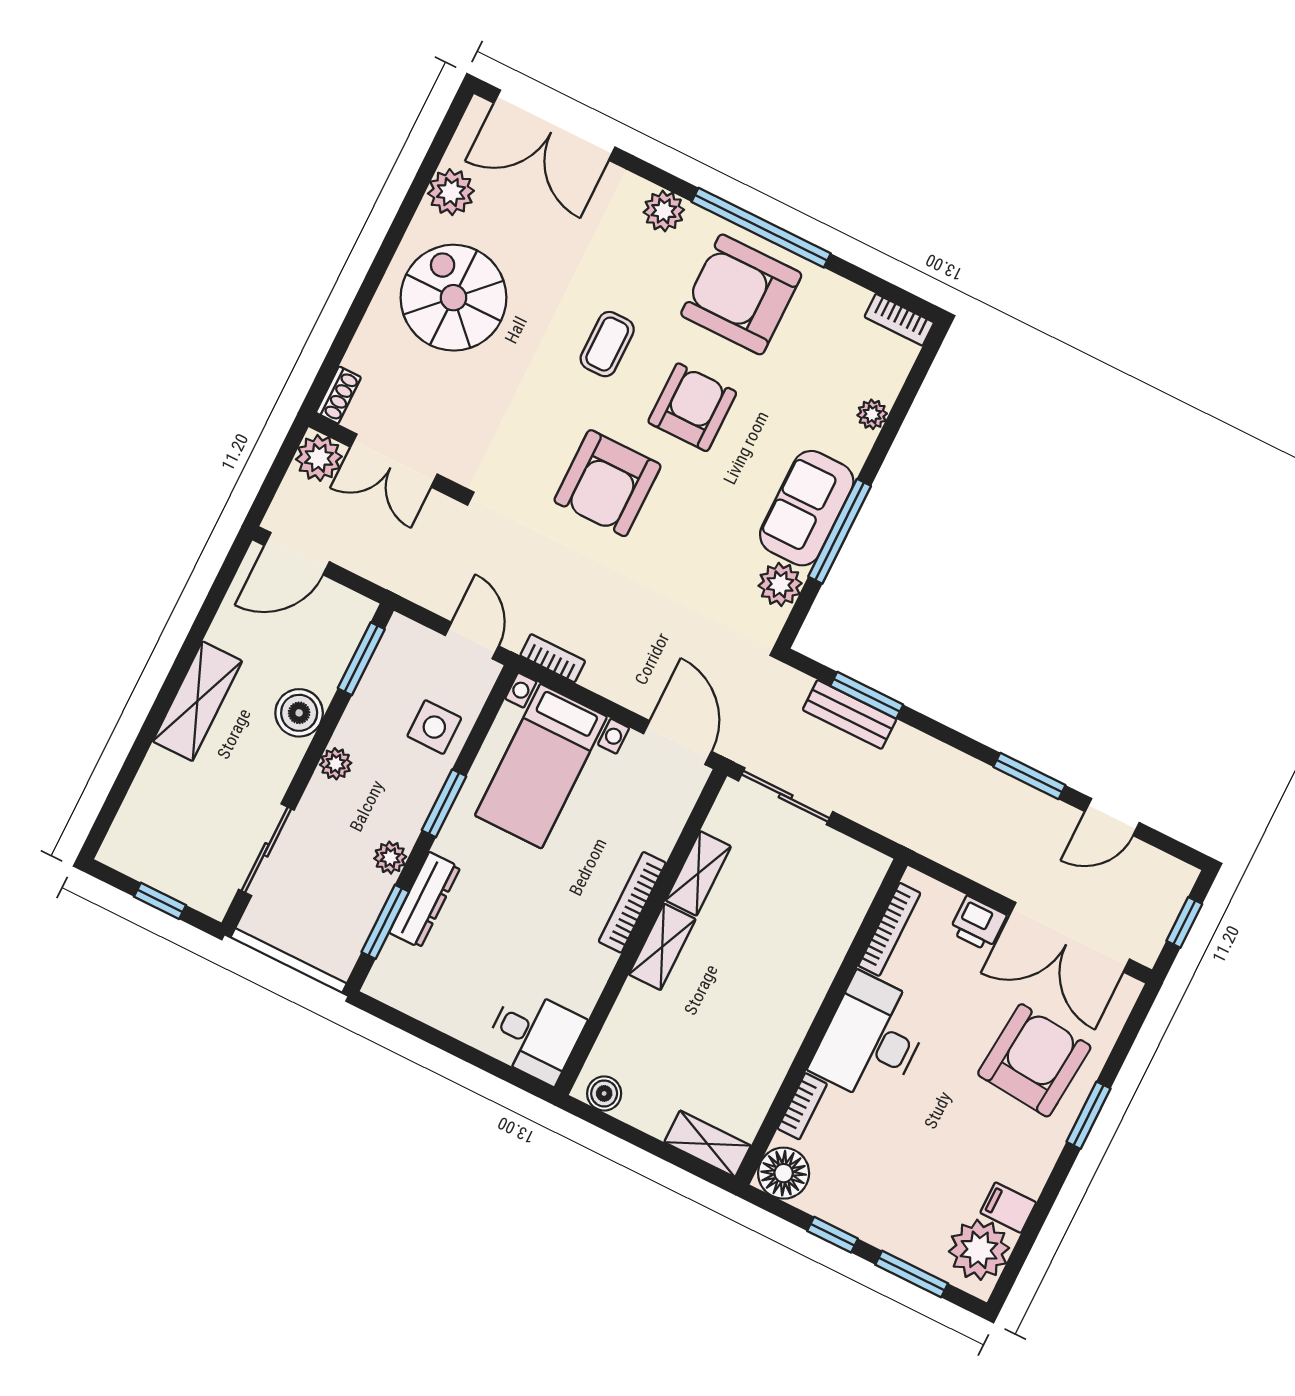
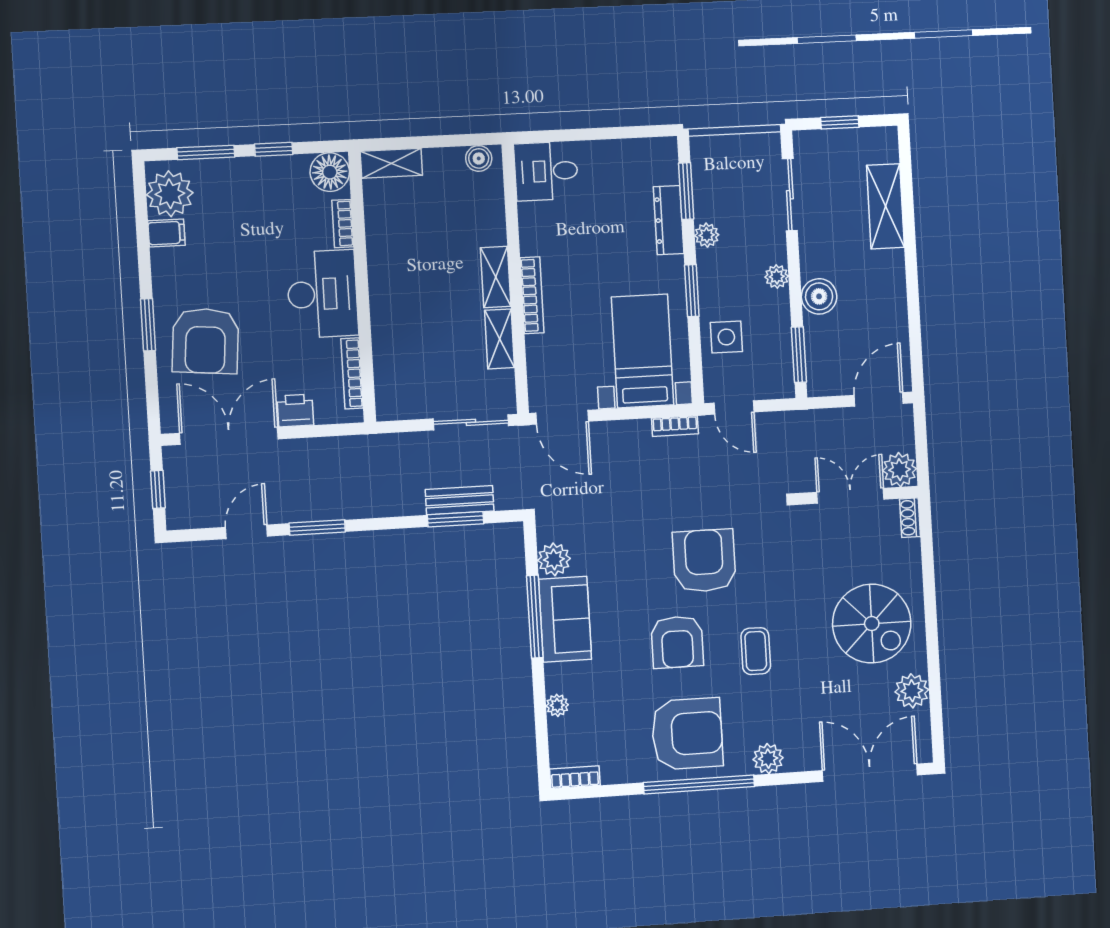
shelving: (197, 701) -> (885, 206), moved

